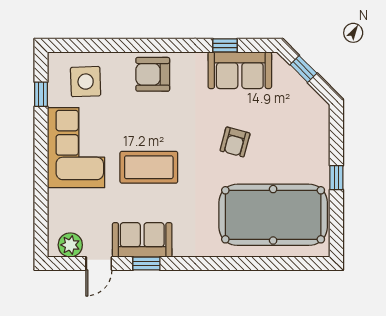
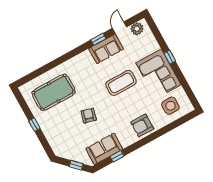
armchair: (153, 74) -> (142, 126), turned 180
window: (41, 94) -> (170, 57), moved
pool table: (273, 215) -> (54, 92), width x0.73, depth x0.76

